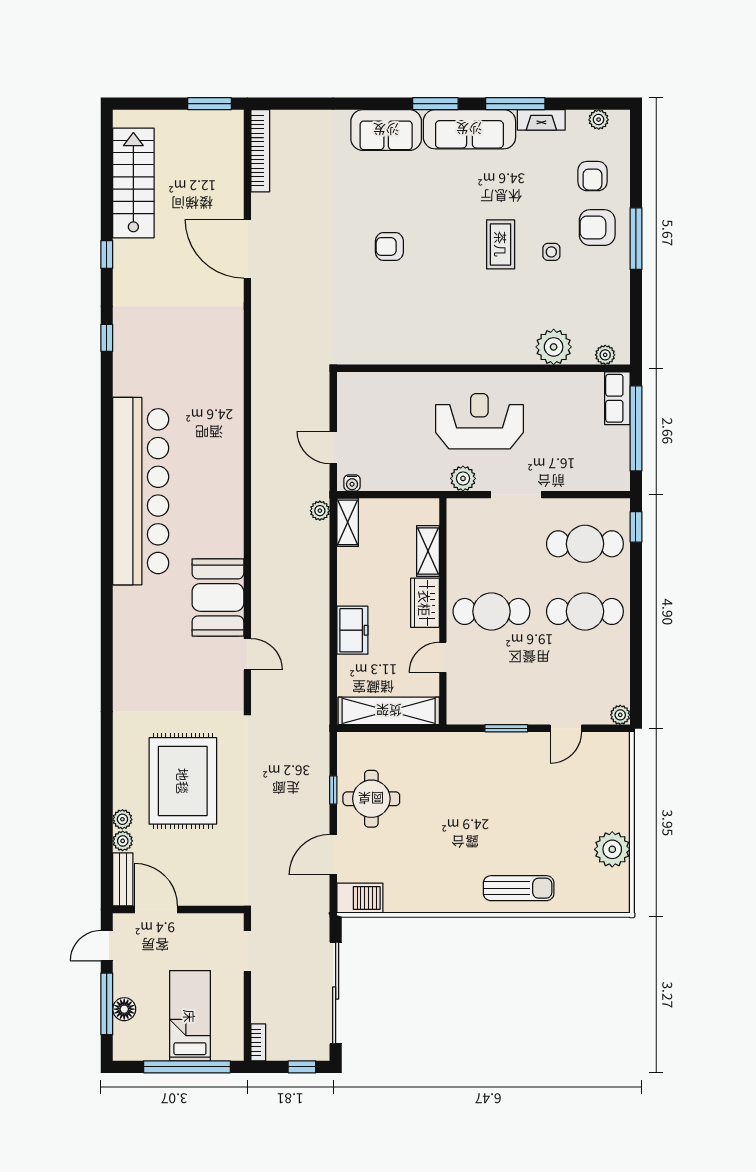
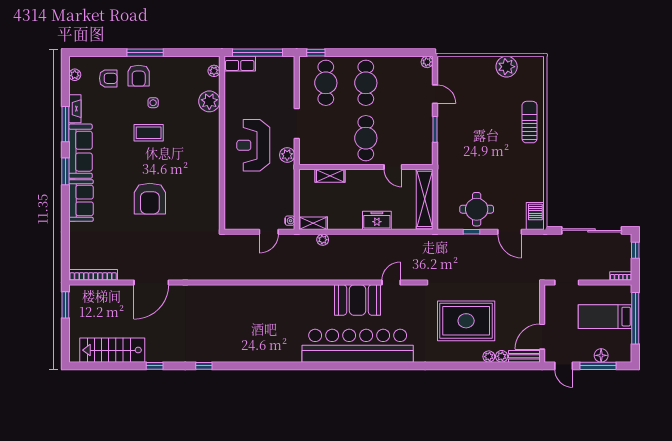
armchair: (389, 247) -> (150, 199), width x1.88, depth x1.88
bar counter: (141, 491) -> (358, 346), moved
plant: (320, 511) -> (323, 240), moved
wardrobe: (425, 603) -> (361, 177), removed

